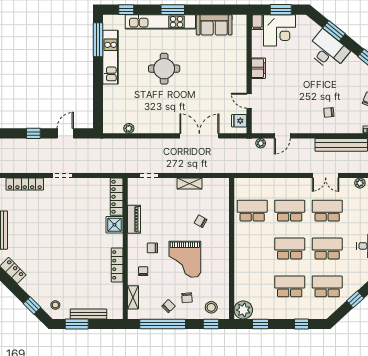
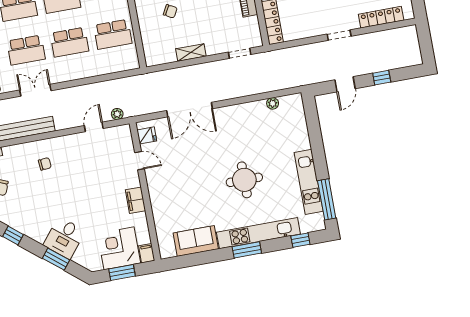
desk: (328, 51) -> (64, 238), width x0.73

